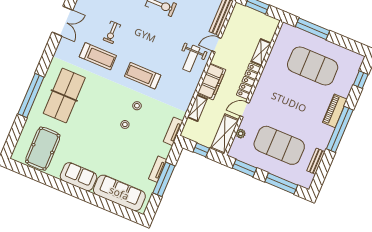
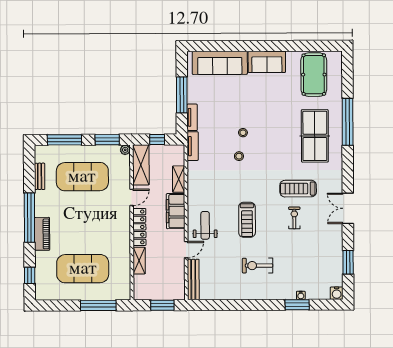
treadmill: (143, 76) -> (247, 220), moved, turned 90
plant: (241, 134) -> (125, 150), moved
tv unit: (158, 169) -> (192, 117), moved

